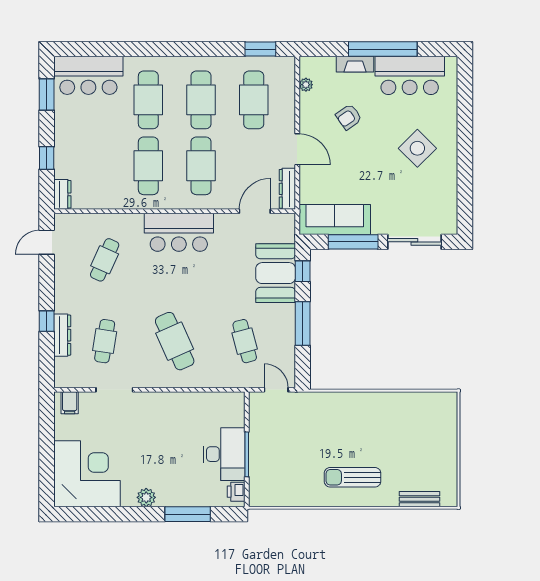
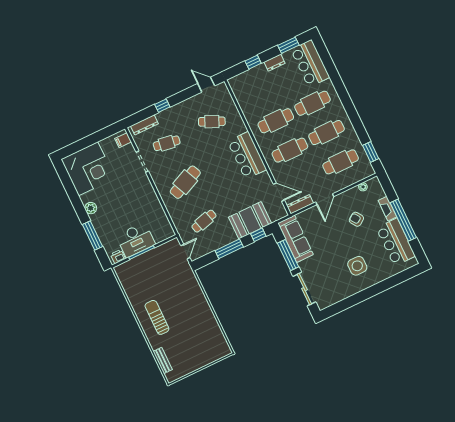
side table: (417, 148) -> (357, 266), turned 45
dresser: (62, 194) -> (274, 63), moved
dresser: (62, 335) -> (144, 125), moved

